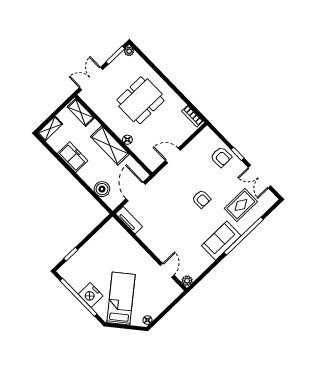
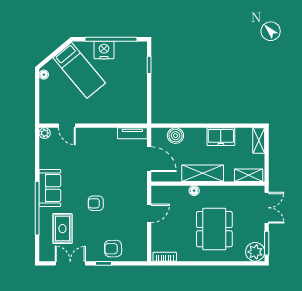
plant: (129, 51) -> (255, 252), width x1.88, depth x1.88

